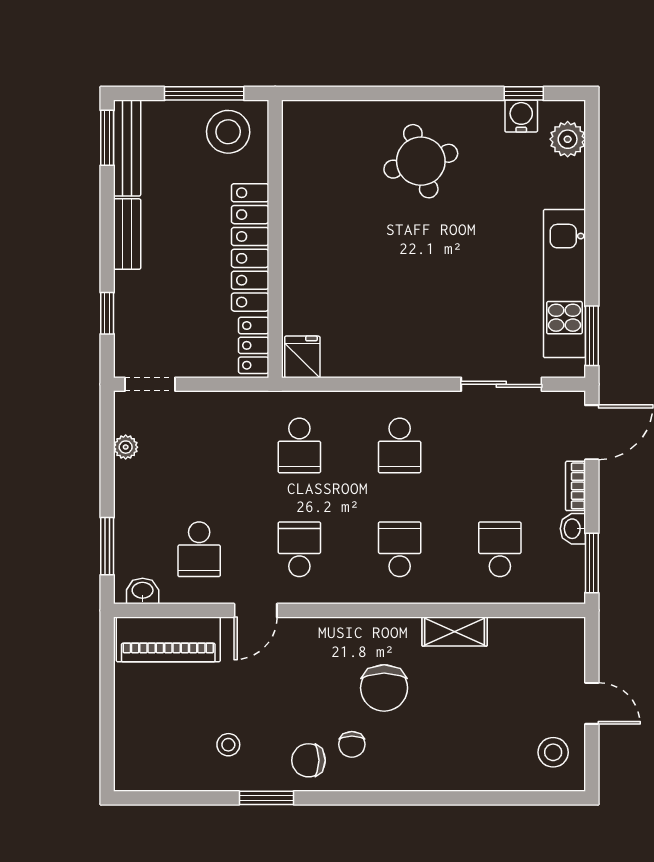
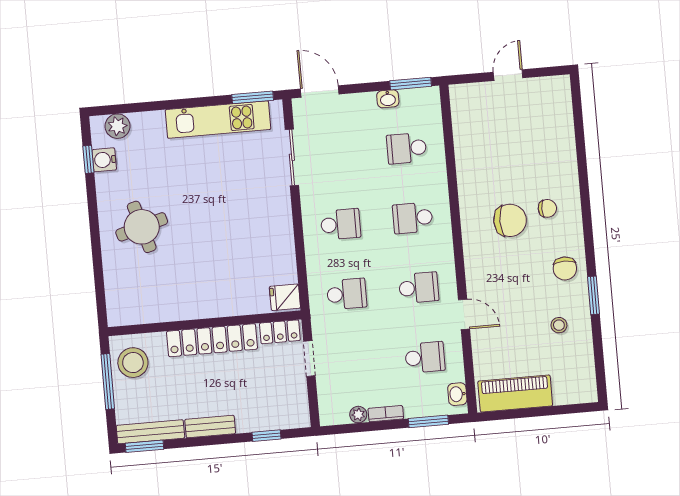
doorway: (150, 384) -> (309, 359), moved
bookcase: (575, 486) -> (386, 414), moved, turned 180
school desk: (299, 549) -> (419, 288), turned 180
shelving: (455, 632) -> (467, 175), removed
piano: (168, 639) -> (515, 394), moved, turned -90
chair: (352, 744) -> (547, 208), moved
stool: (553, 752) -> (544, 99), removed

